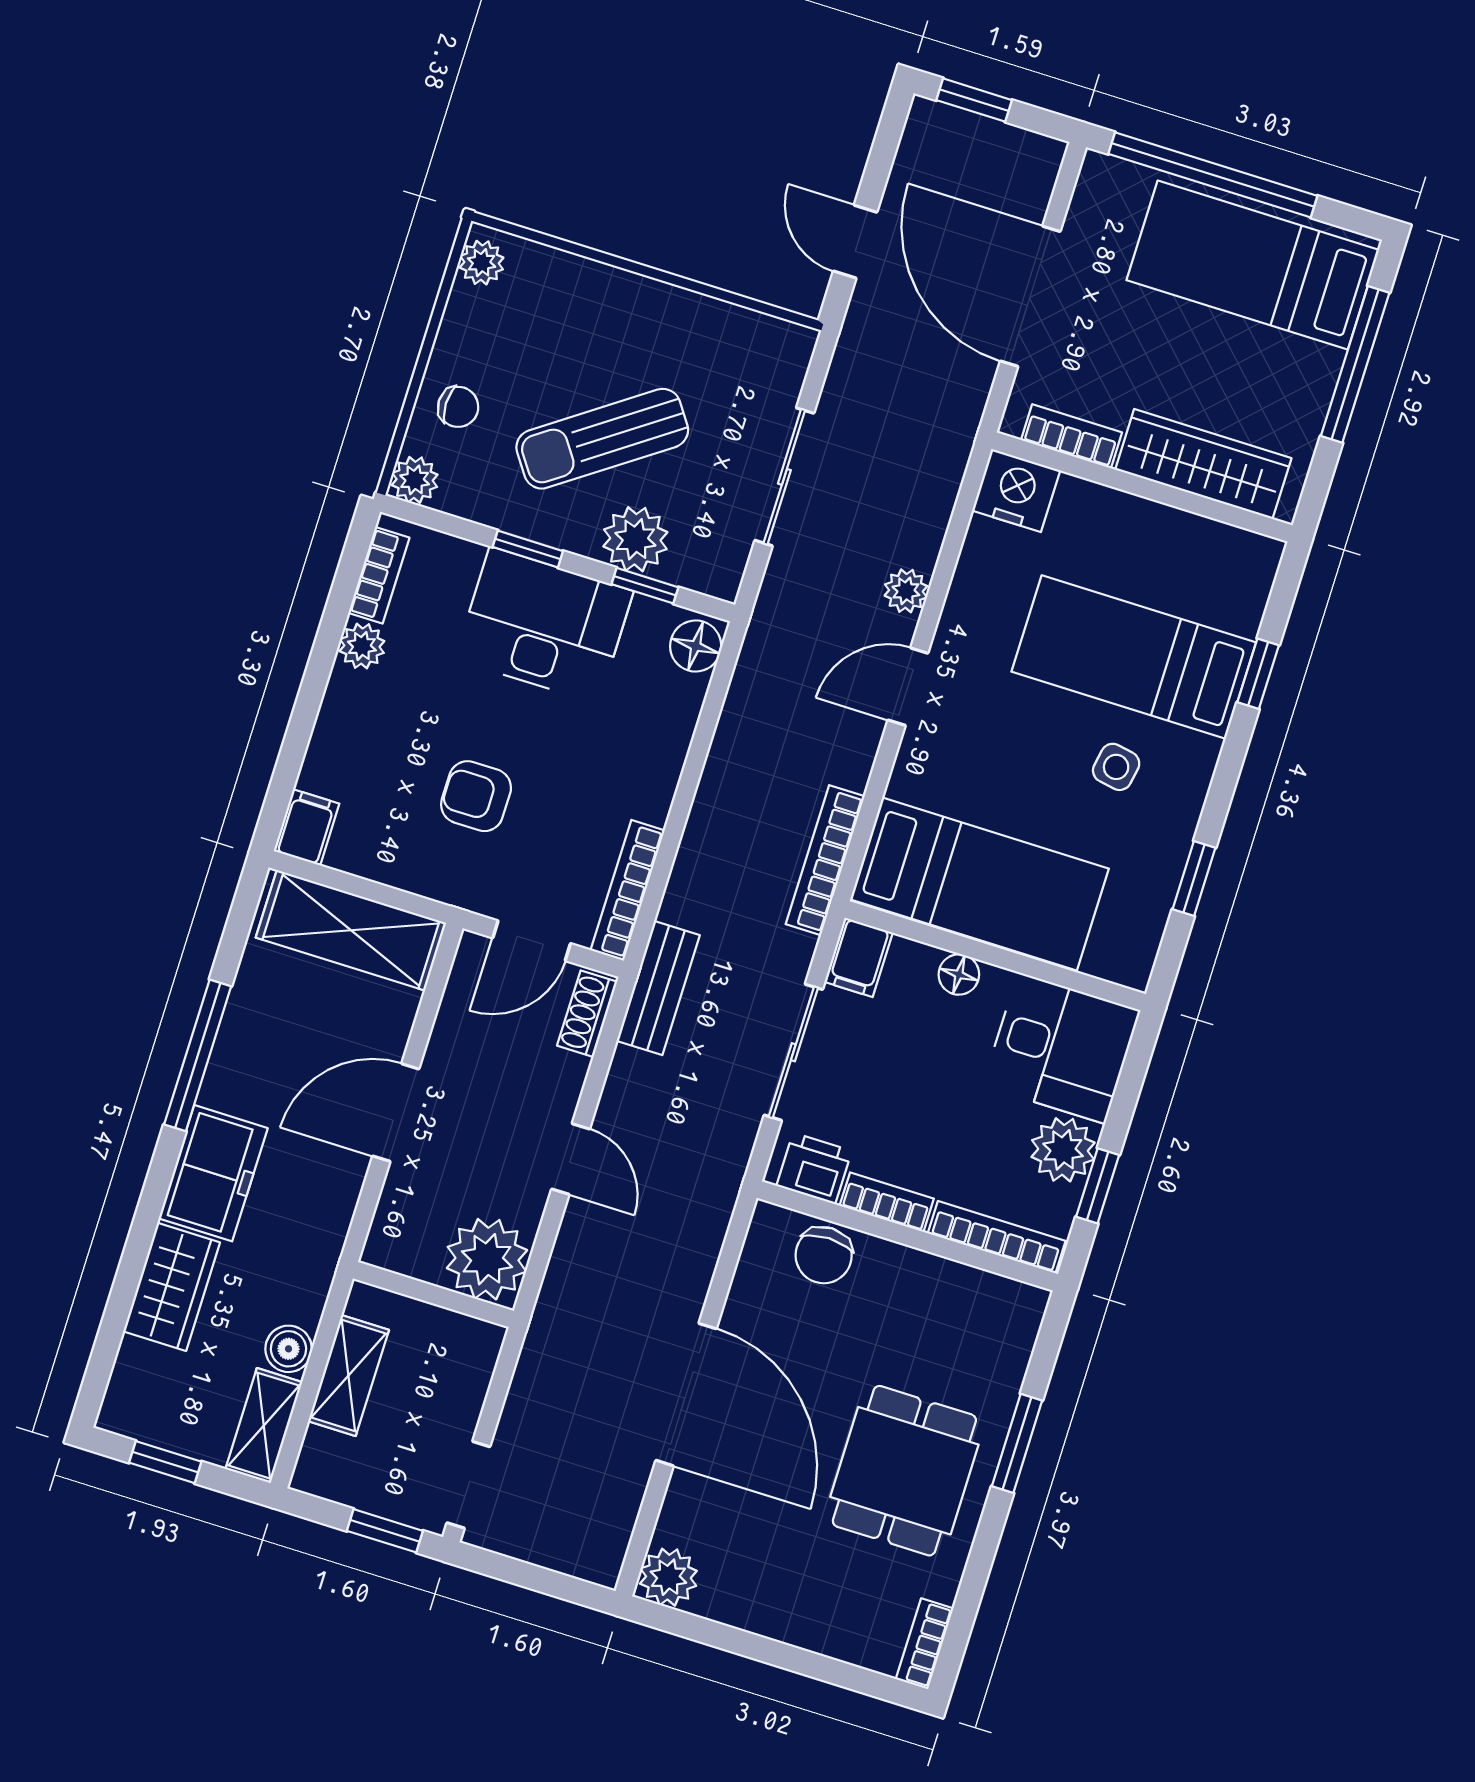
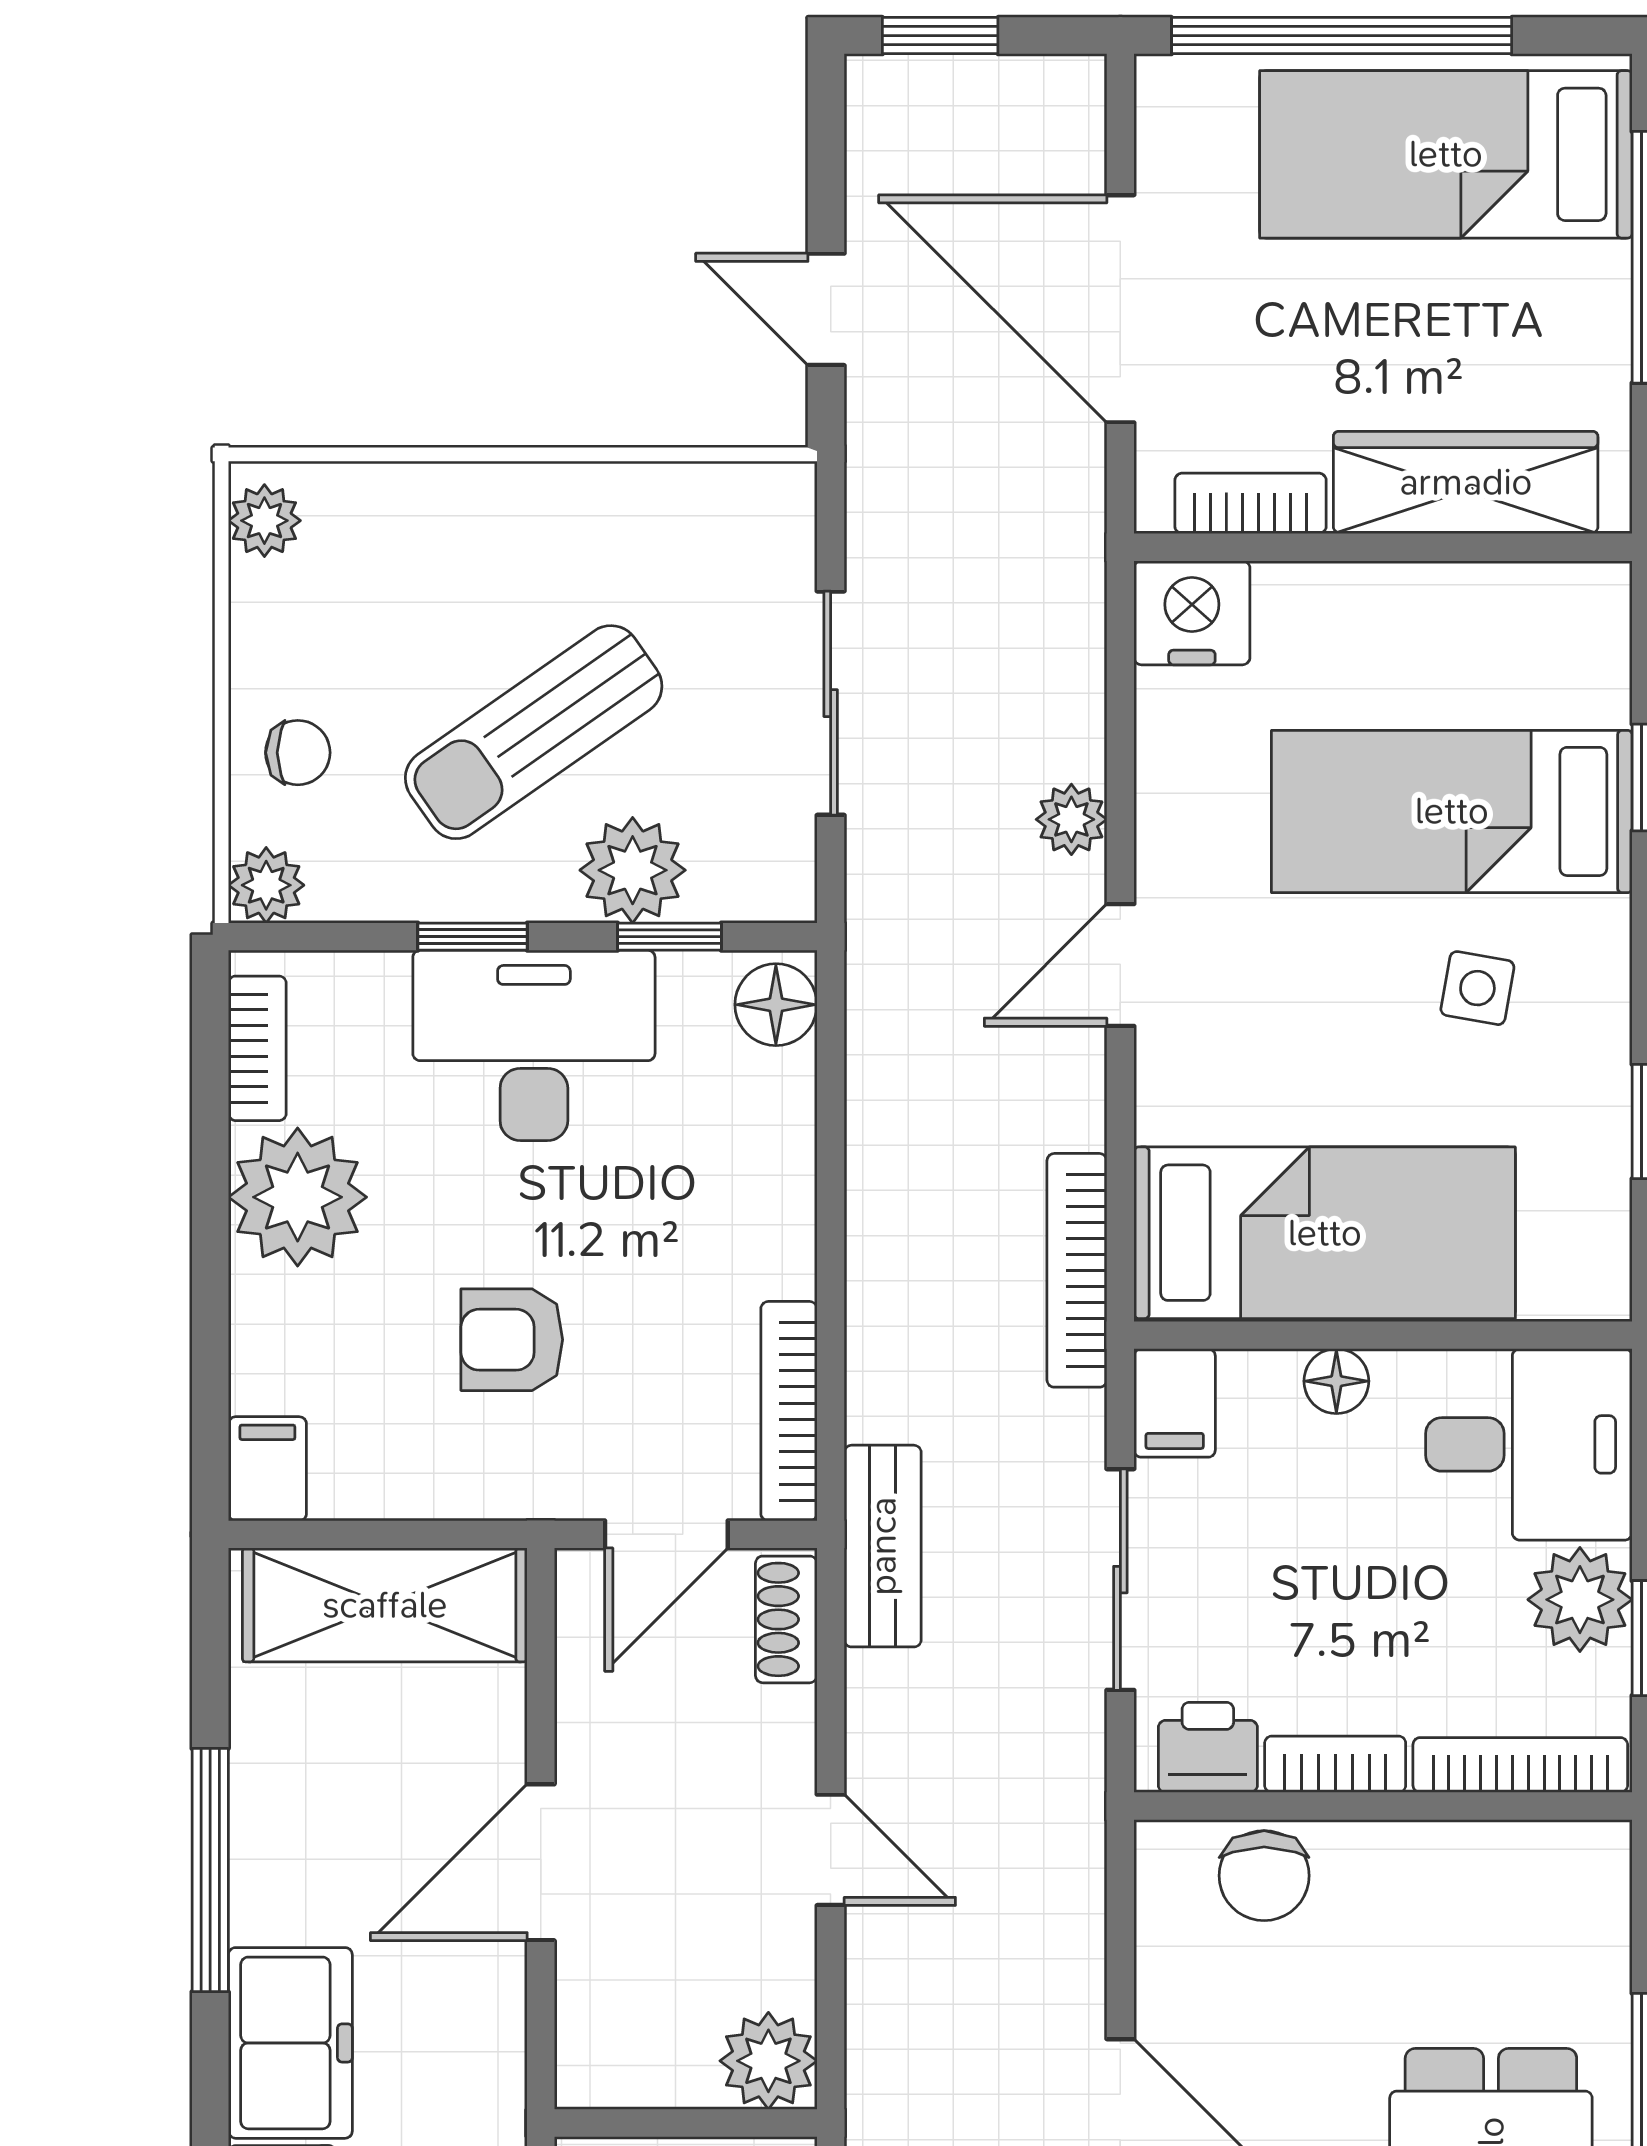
plant: (362, 646) -> (298, 1197), width x1.88, depth x1.88
plant: (487, 1259) -> (768, 2061), width x0.73, depth x0.73

